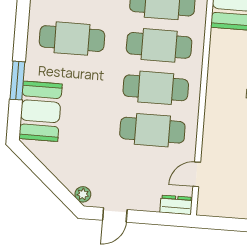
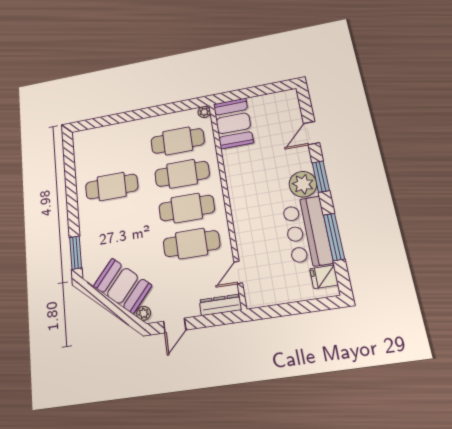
window: (17, 81) -> (76, 253), moved
booth: (40, 111) -> (122, 286), moved, turned -49
dresser: (176, 205) -> (220, 305), width x1.44

